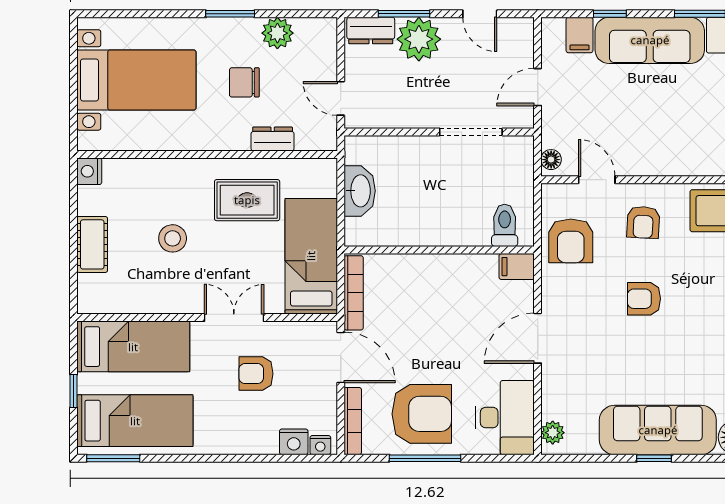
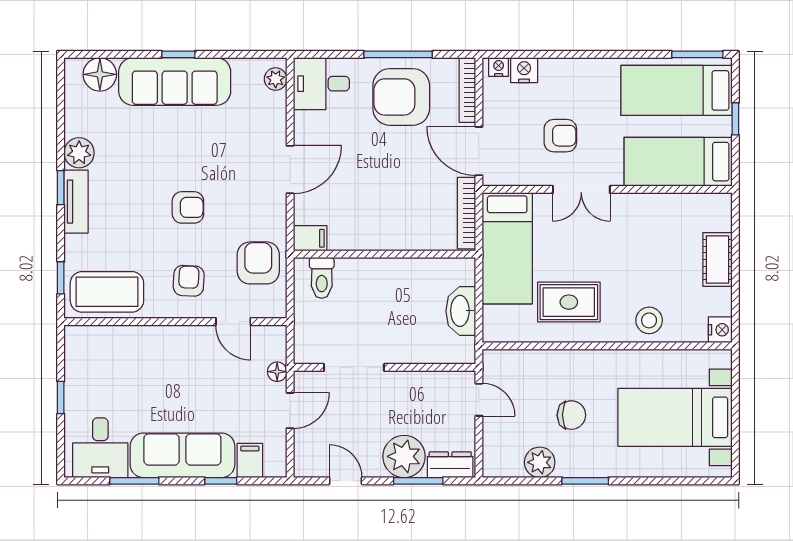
dresser: (273, 139) -> (544, 361), removed
floor lamp: (551, 160) -> (277, 372), moved
stool: (173, 238) -> (649, 320), moved
desk: (505, 418) -> (321, 84), width x0.73

